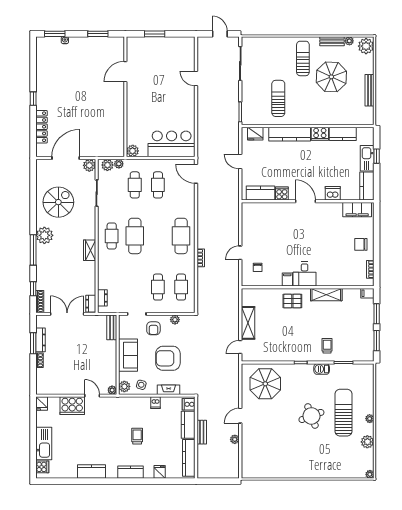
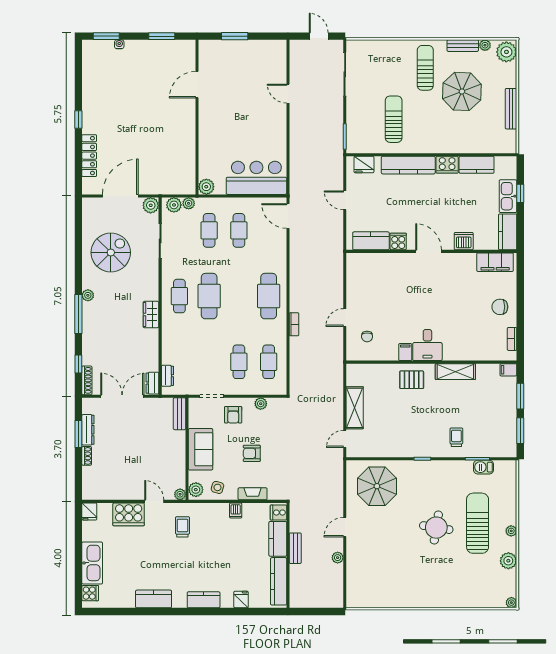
plant: (44, 235) -> (88, 295), width x0.53, depth x0.53
armchair: (168, 358) -> (252, 453), width x0.53, depth x0.53
barbecue: (322, 369) -> (484, 467), moved
round table: (311, 416) -> (436, 528), turned 30
trolley: (137, 436) -> (182, 527), moved

